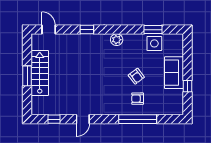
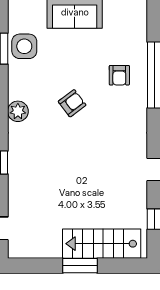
stairs: (40, 73) -> (102, 244), moved
armchair: (136, 76) -> (72, 103), moved

